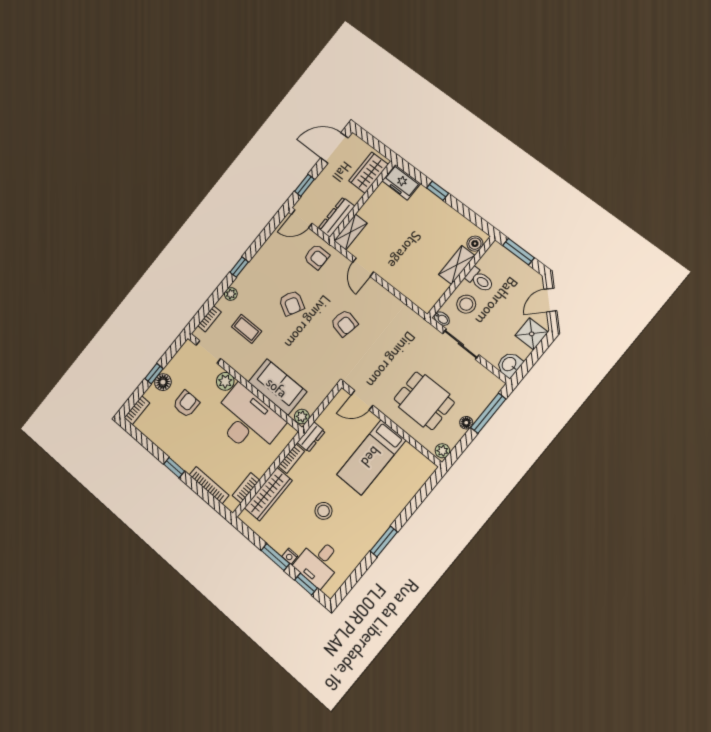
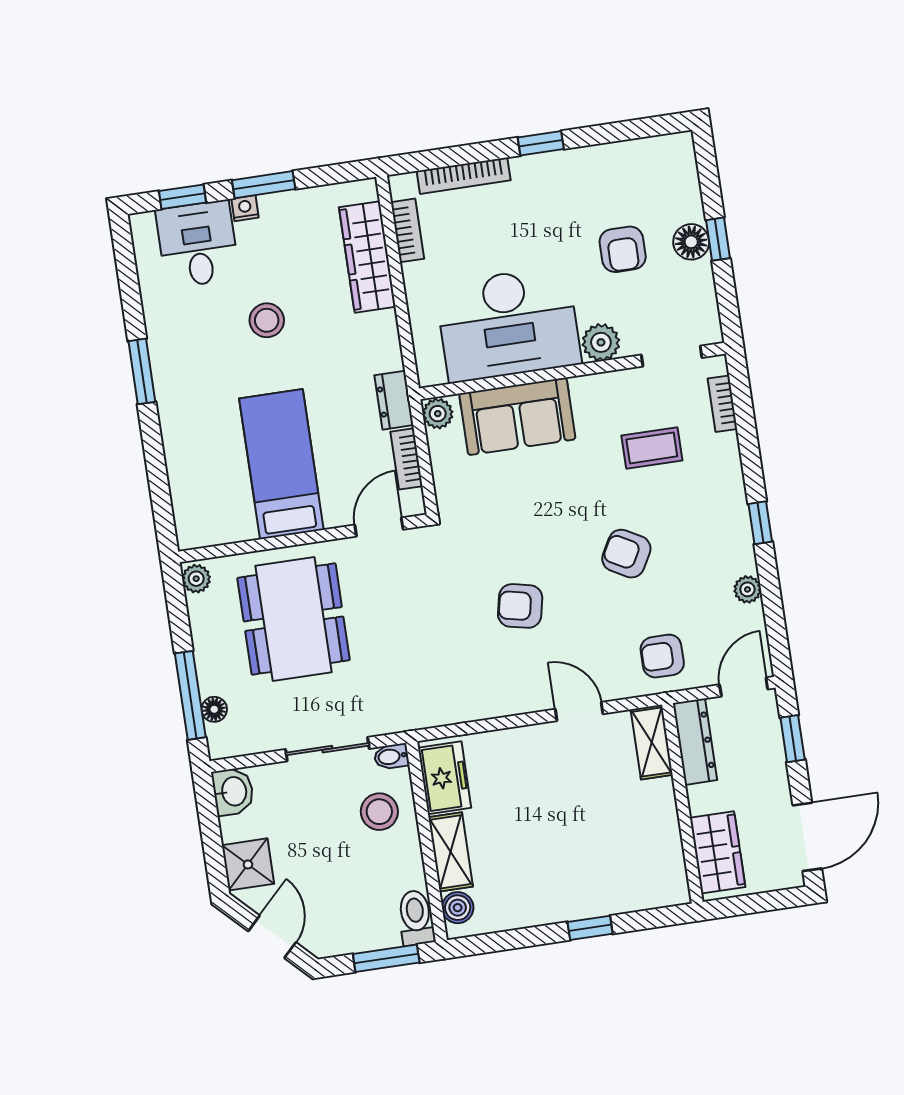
freezer: (401, 182) -> (445, 778), moved, turned 90
toilet: (480, 280) -> (416, 918), moved, turned 90
plant: (231, 294) -> (747, 589), moved
dining table: (424, 401) -> (294, 619), width x1.38
bookcase: (137, 410) -> (685, 161), removed
floor lamp: (466, 423) -> (214, 709), moved
bookcase: (291, 459) -> (406, 459), moved

